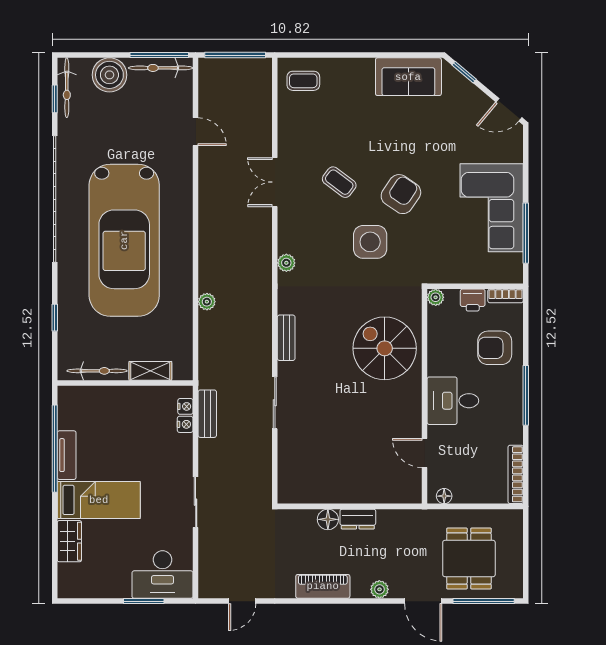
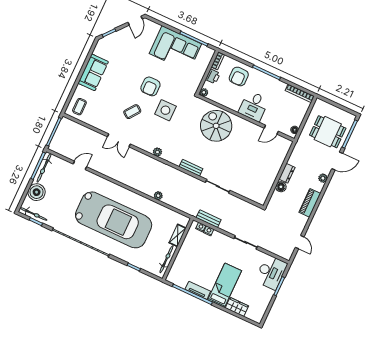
sofa: (408, 77) -> (93, 72), moved
armchair: (401, 194) -> (150, 86), turned -124
spiral stairs: (385, 348) -> (216, 126), turned 90

